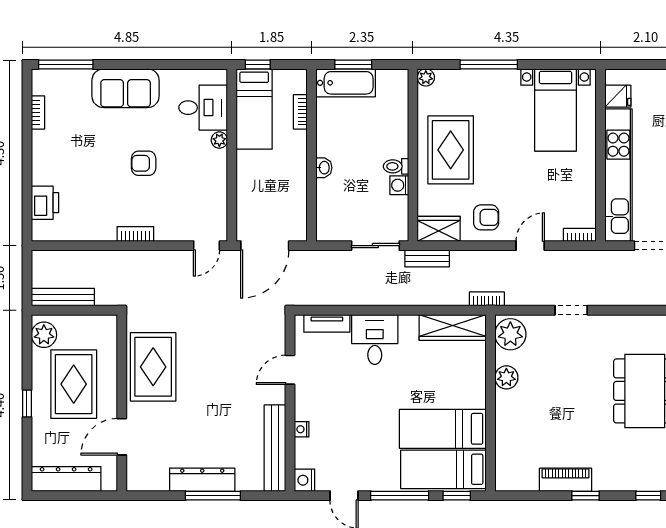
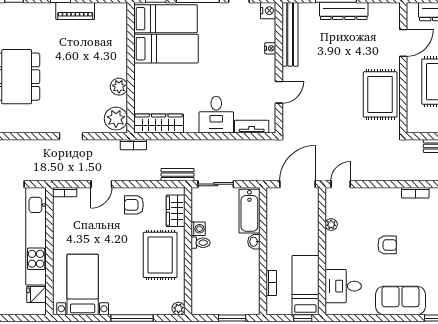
bathtub: (346, 83) -> (249, 211), moved, turned -90
plant: (219, 140) -> (331, 225), moved
wardrobe: (439, 229) -> (176, 211), moved, turned 90
bookcase: (135, 234) -> (415, 193), moved

